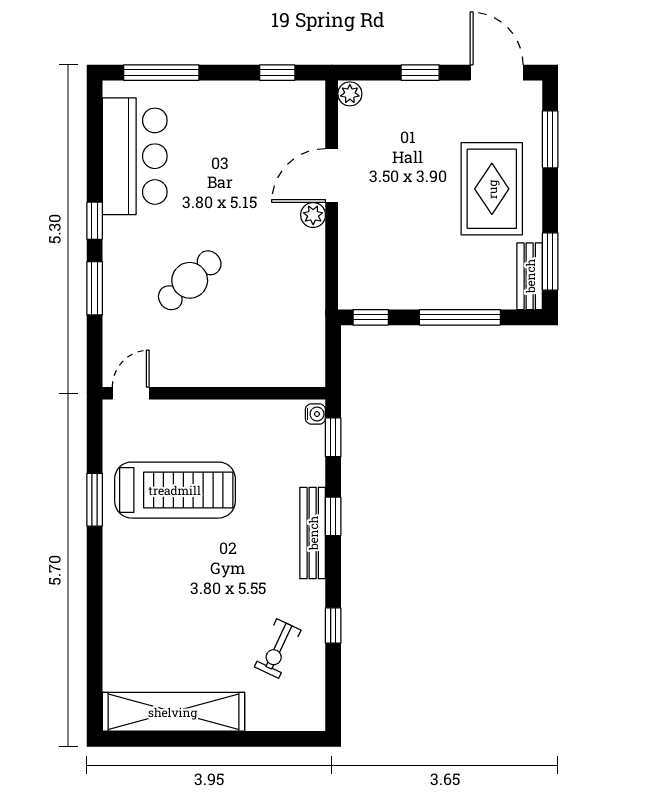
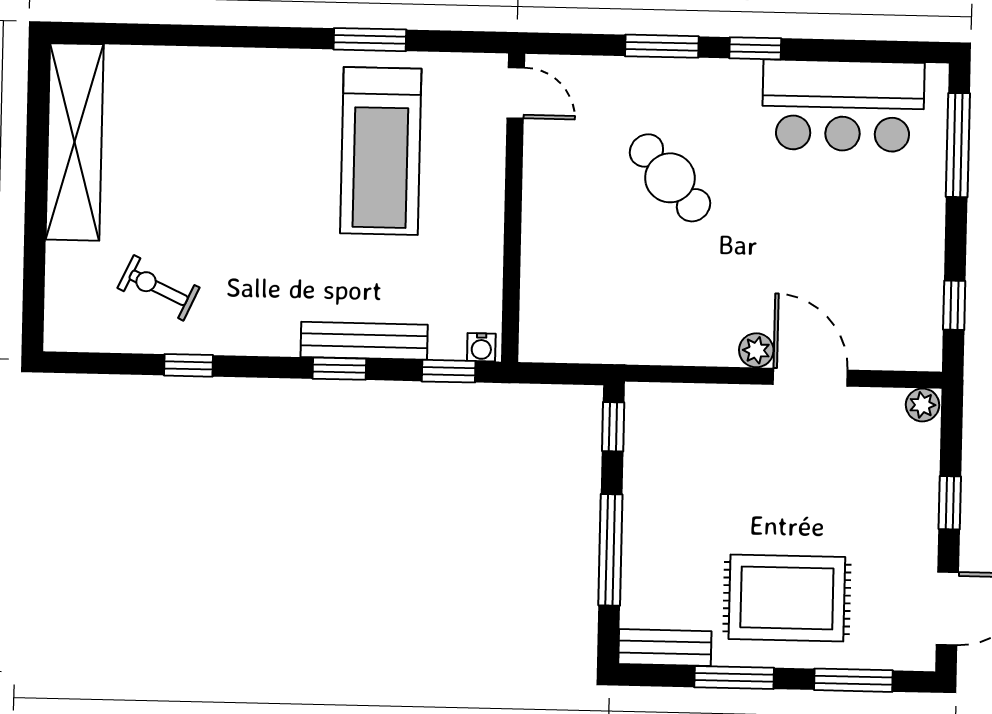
window: (550, 261) -> (734, 677), moved
bench: (313, 533) -> (364, 341), moved

